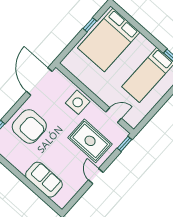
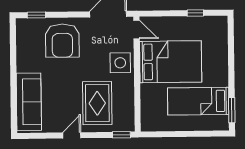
bed: (109, 40) -> (171, 62), moved, turned 180
door: (114, 115) -> (137, 30), moved
sofa: (44, 180) -> (29, 102), width x1.36

